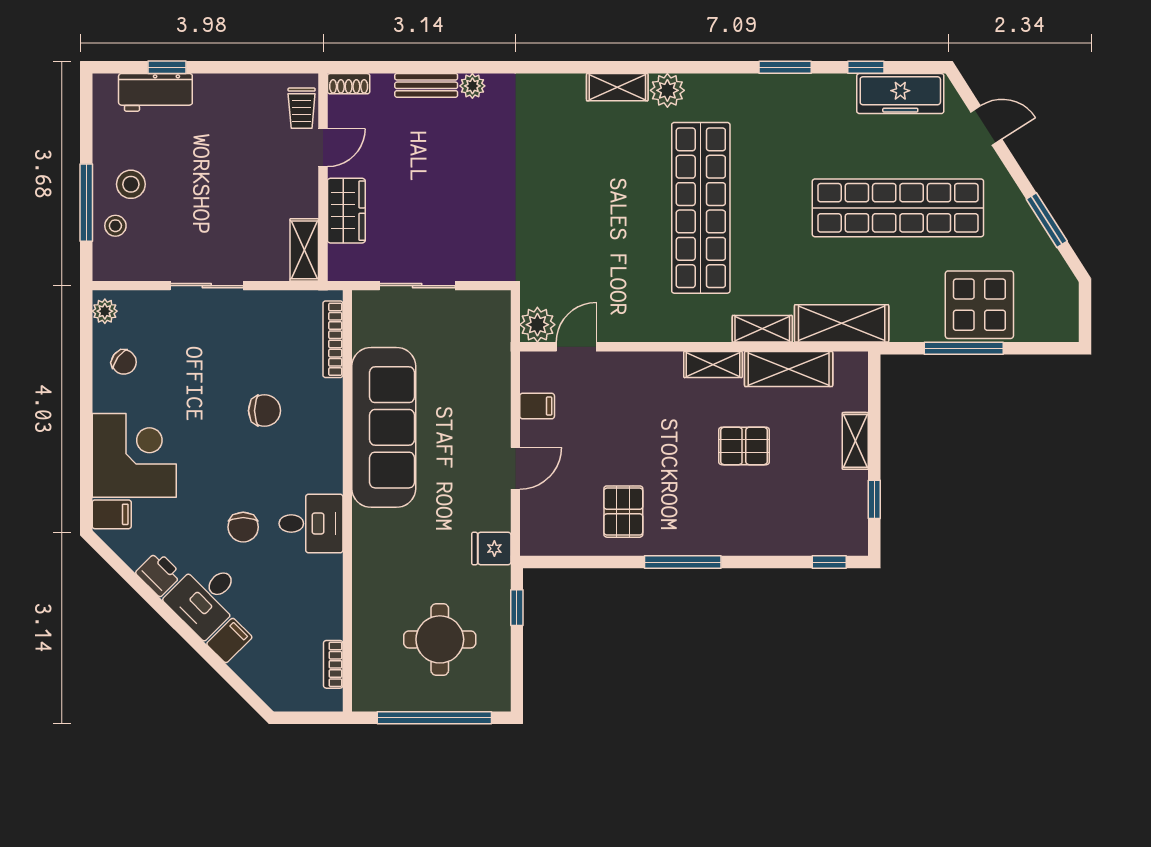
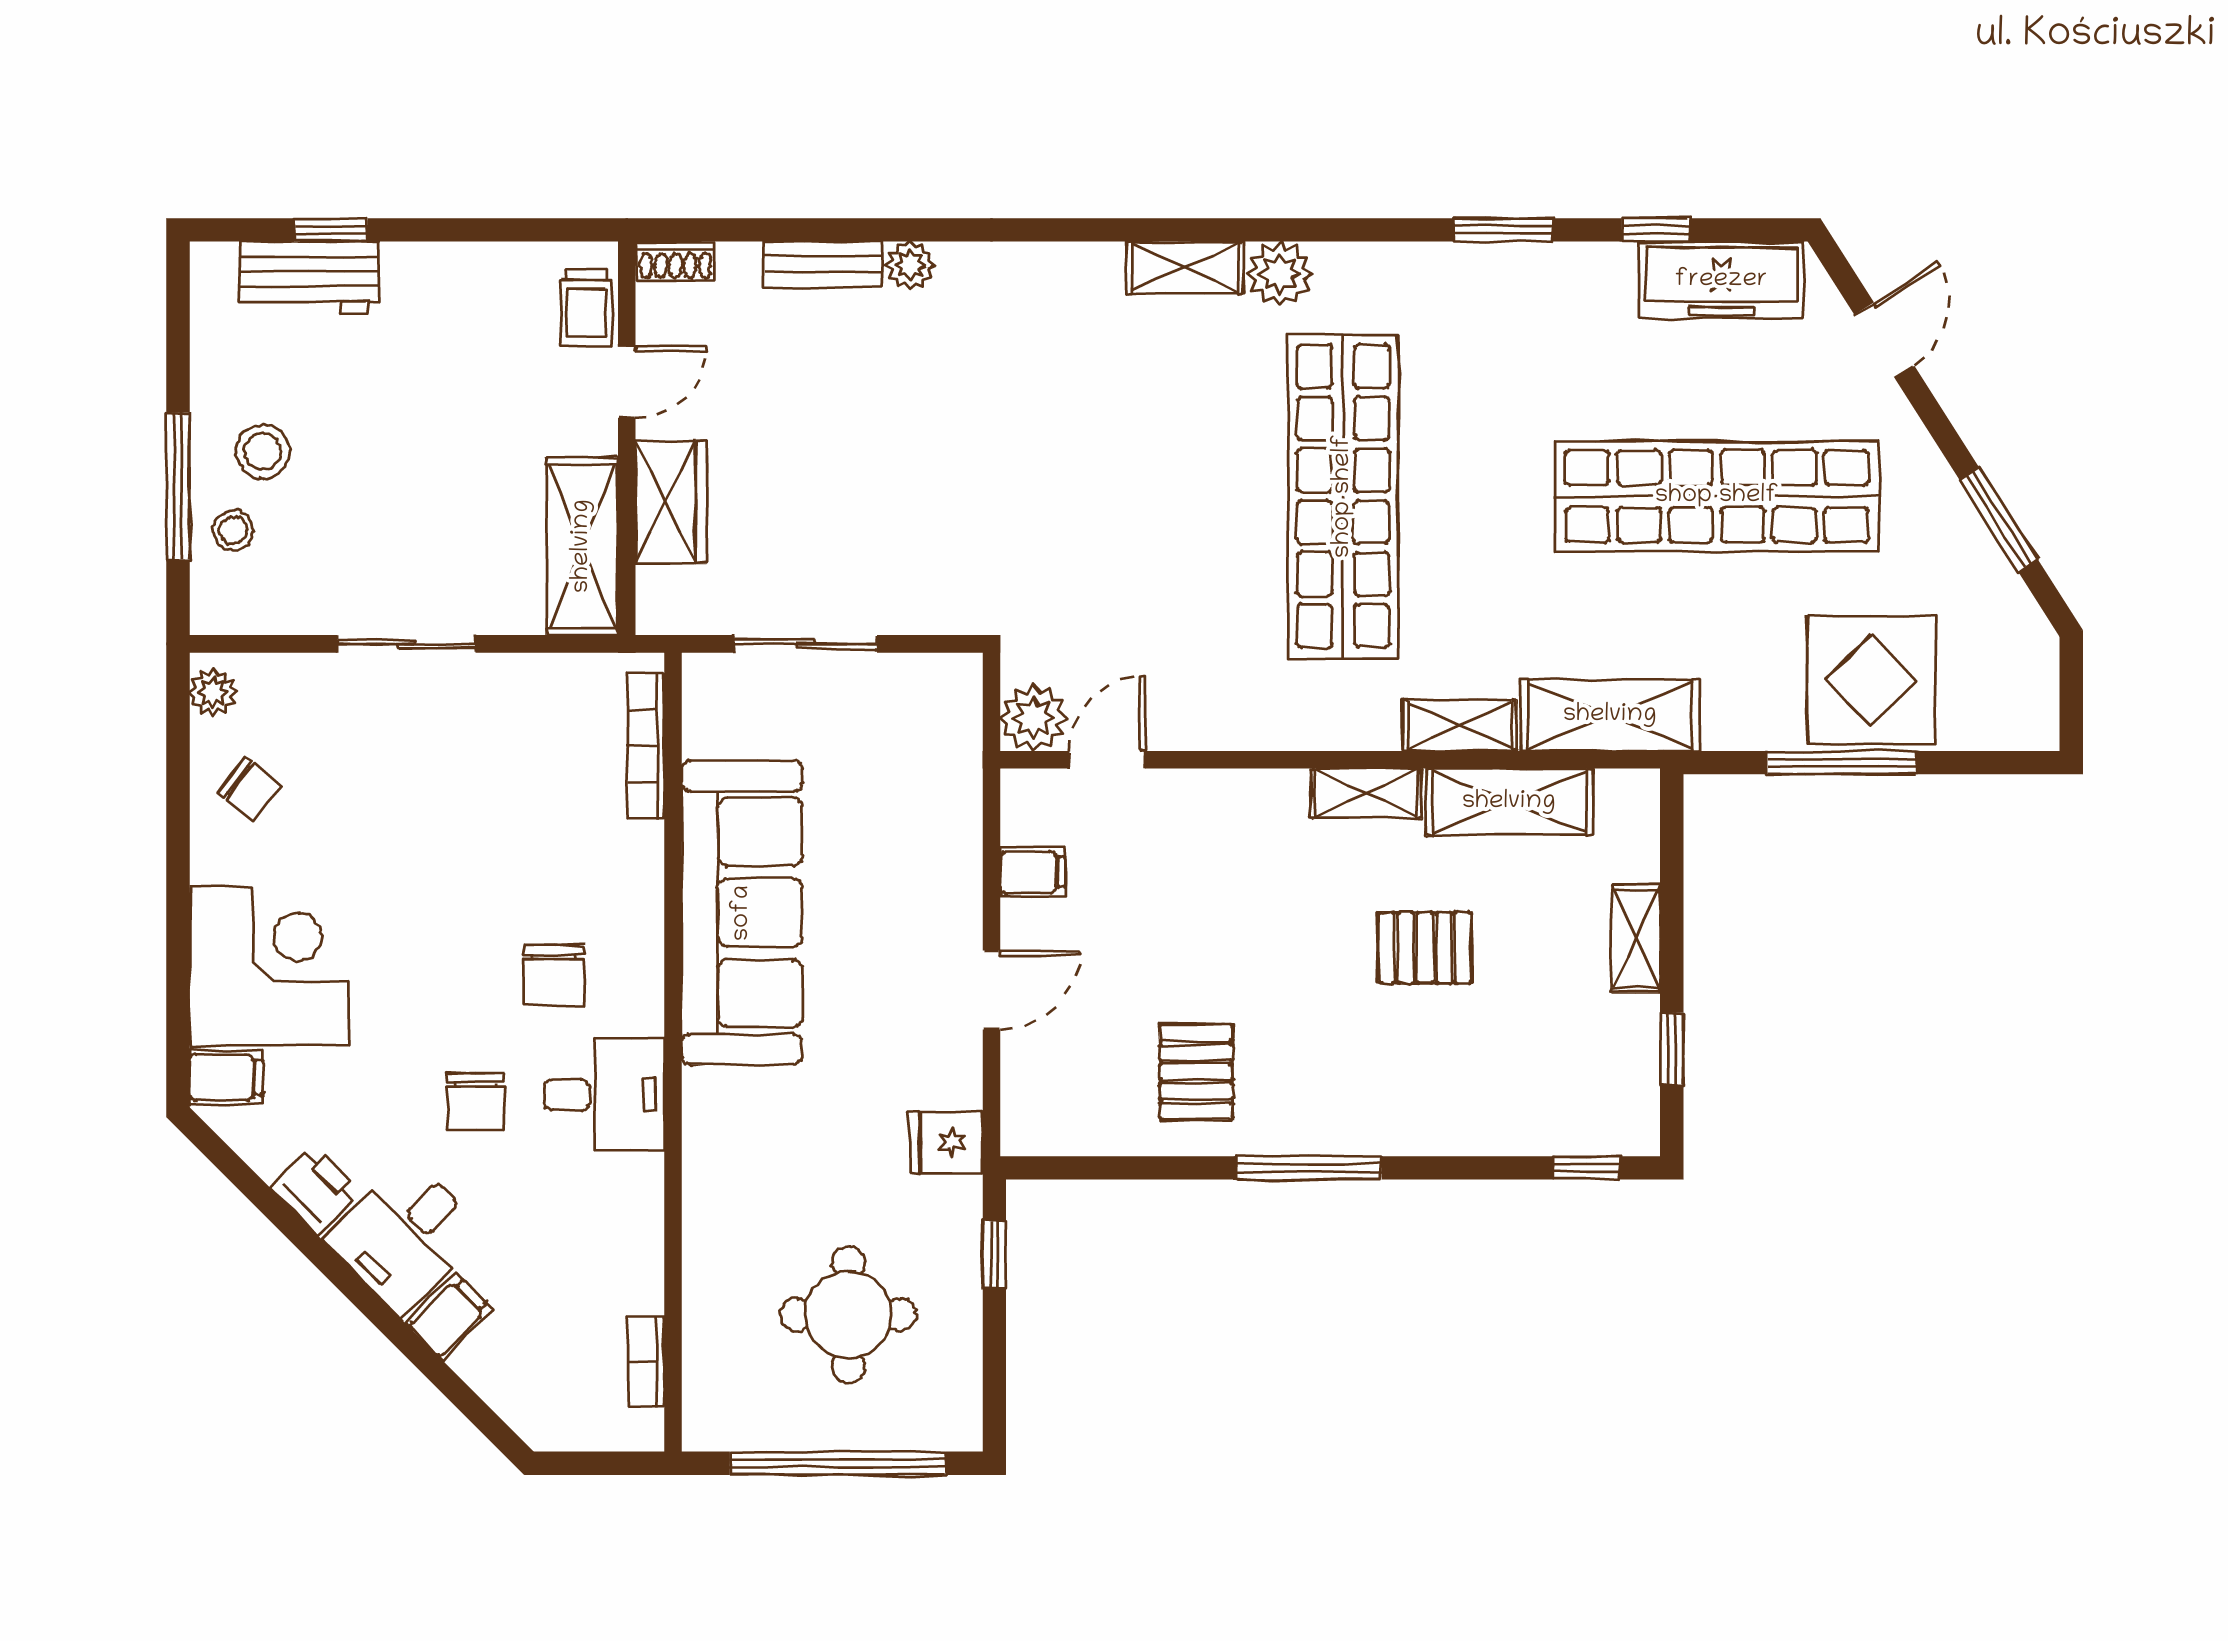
door: (986, 126) -> (1884, 340), hinge flipped
shelving: (304, 250) -> (582, 546), width x1.50, depth x1.33
chair: (264, 411) -> (554, 975), moved, turned 90

